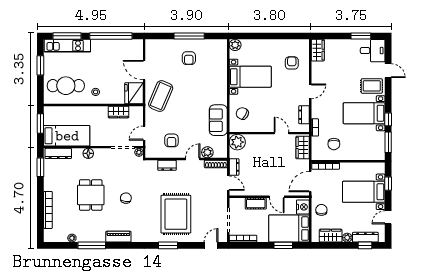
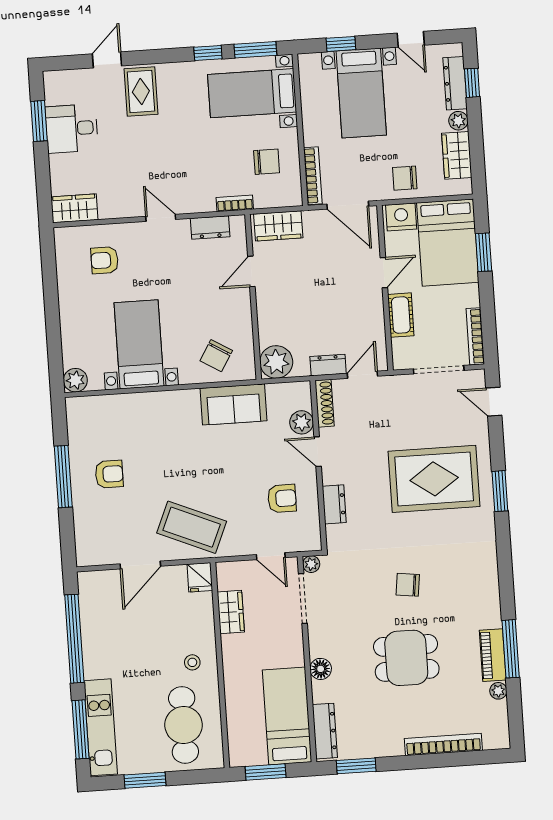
desk: (373, 51) -> (72, 128), moved, turned -90
fridge: (134, 93) -> (200, 577), width x0.53, depth x0.75
bed with nightstands: (364, 113) -> (252, 93), moved, turned 90
piano: (118, 237) -> (493, 655), moved

